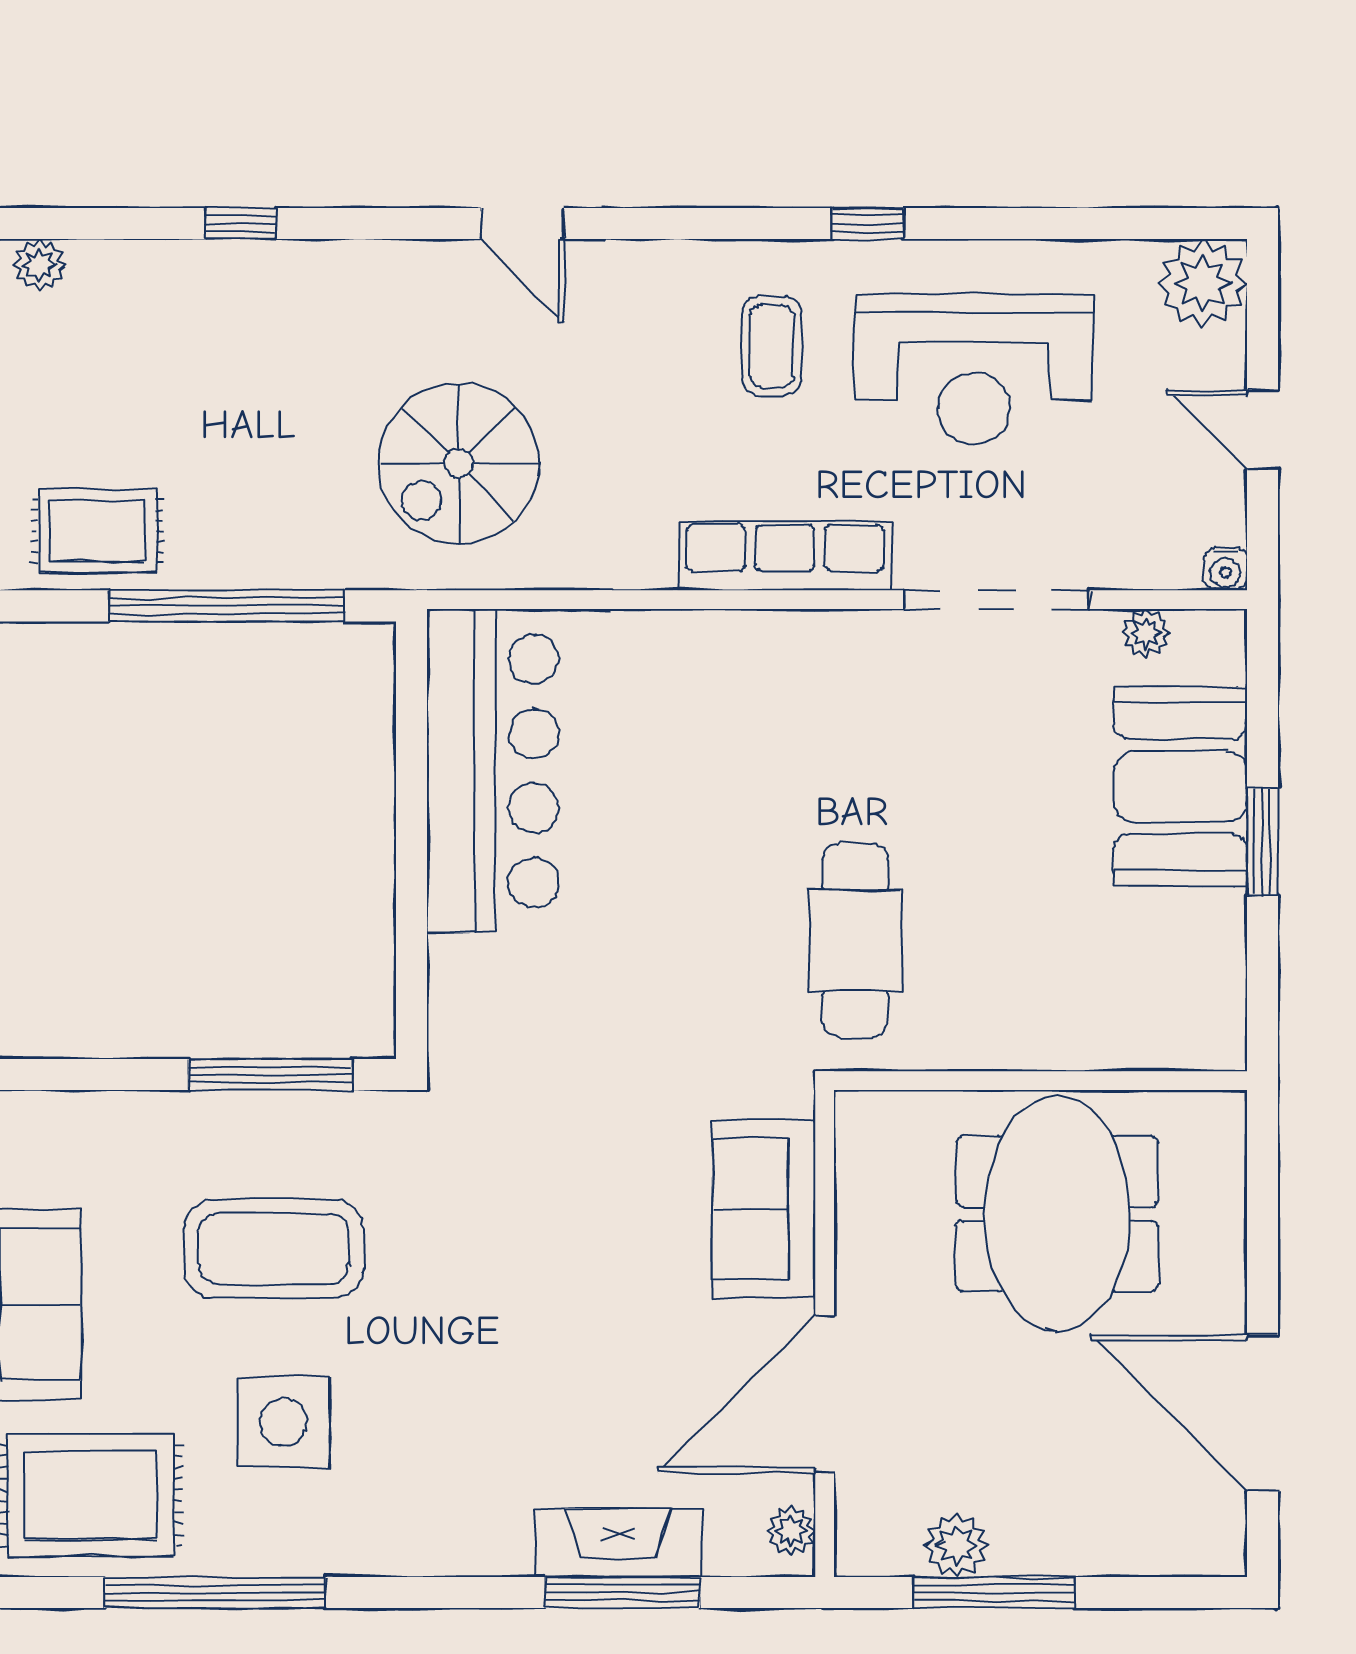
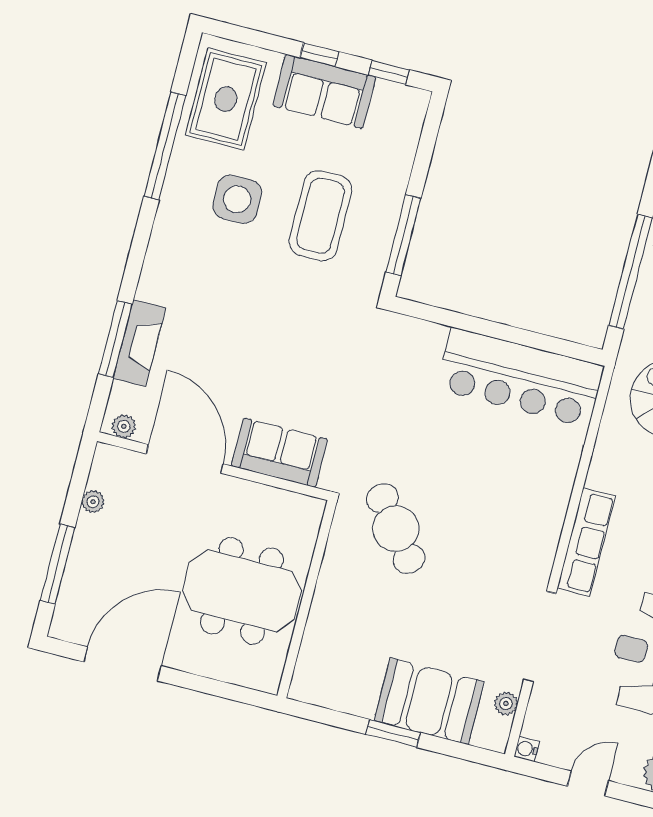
cafe table: (855, 940) -> (396, 529), turned 52
plant: (956, 1545) -> (93, 502), width x0.73, depth x0.73
window: (994, 1592) -> (57, 564), moved

